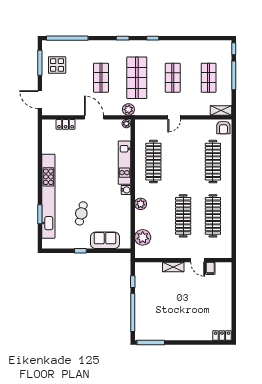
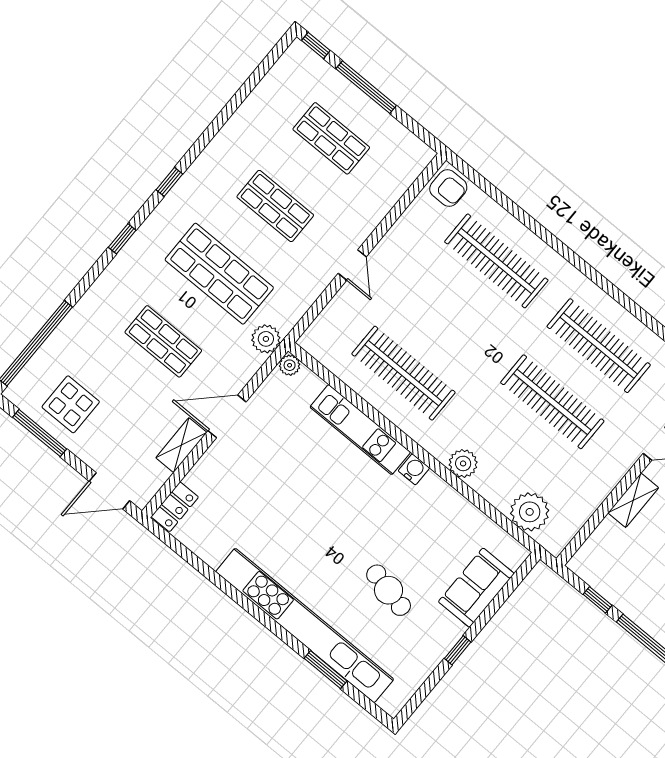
shelving: (221, 110) -> (181, 445), moved
locker: (66, 124) -> (175, 507), moved

